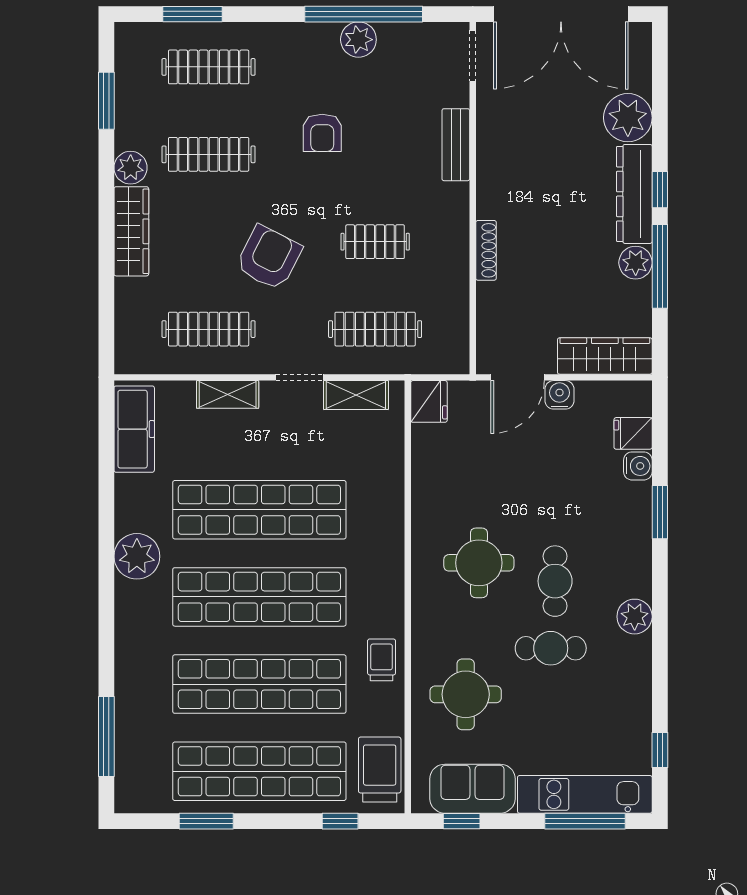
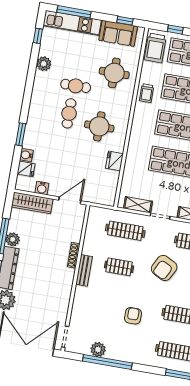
plant: (358, 40) -> (98, 349), moved
bench: (456, 145) -> (84, 270), moved
water cooler: (559, 395) -> (42, 188), moved
fridge: (429, 401) -> (114, 161), moved
plant: (635, 617) -> (44, 64), moved

